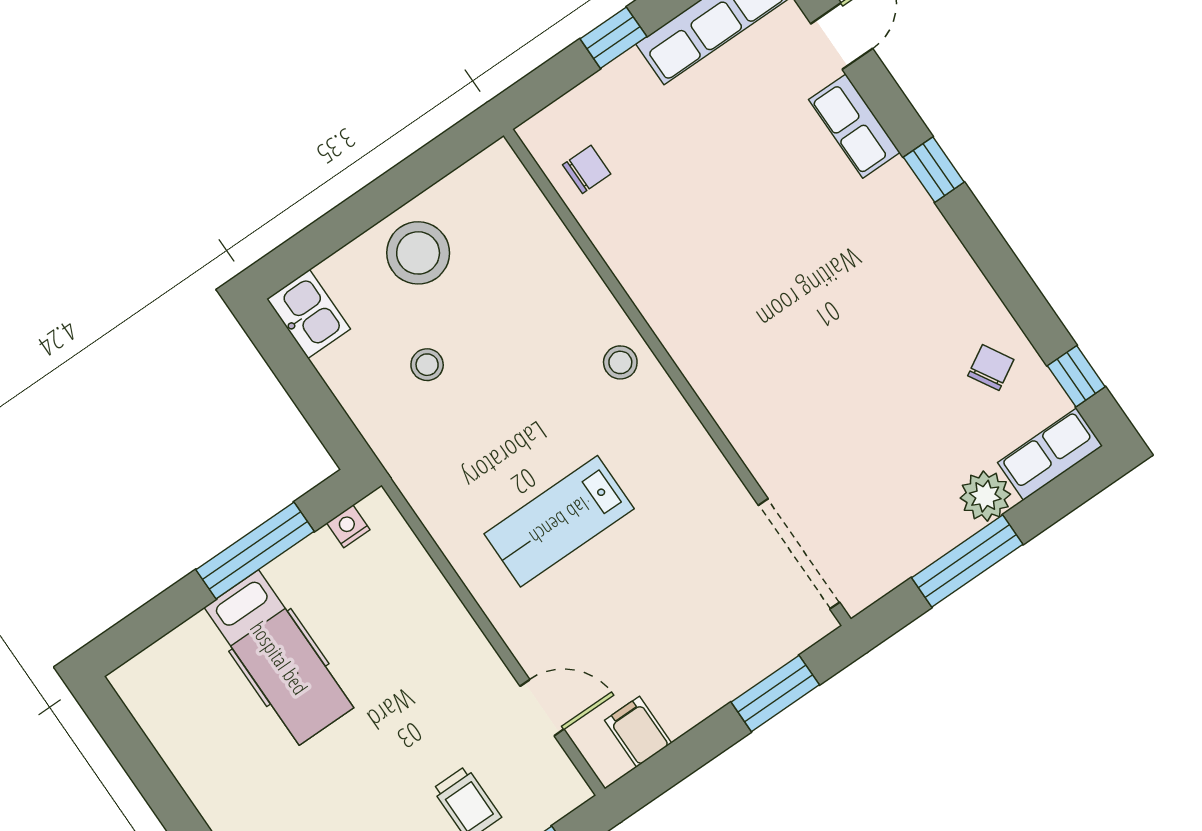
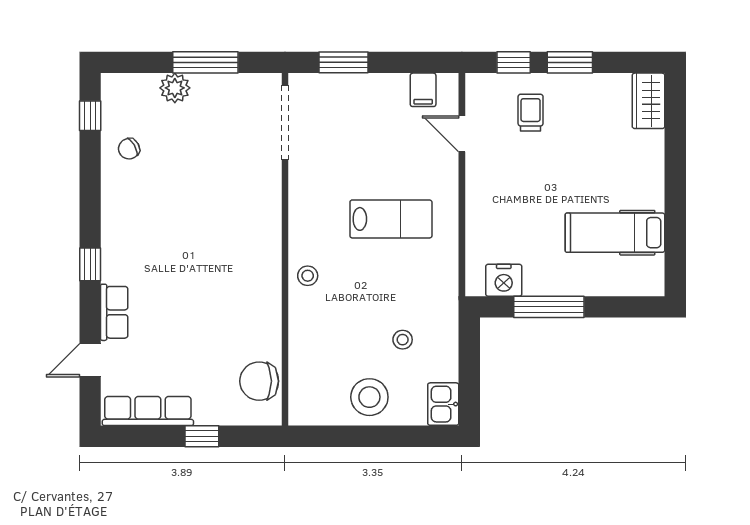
chair: (587, 169) -> (259, 381), width x1.87, depth x1.87
row of seats: (1050, 454) -> (129, 87), removed
nightstand: (348, 526) -> (504, 280), width x1.89, depth x1.79
hospital bed: (279, 658) -> (615, 233), moved, turned -90

